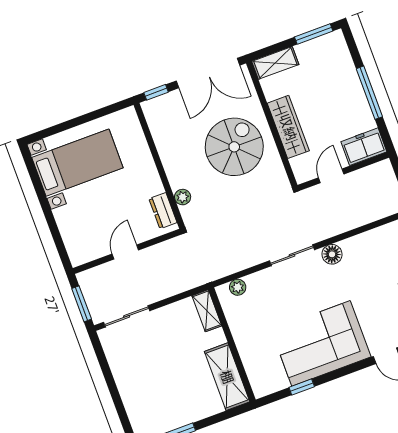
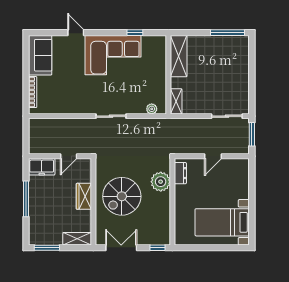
double door: (208, 73) -> (121, 248), width x0.73
wardrobe: (288, 127) -> (84, 196), width x0.67
plant: (183, 197) -> (161, 182), width x1.87, depth x1.87
floor lamp: (332, 254) -> (86, 108), removed

